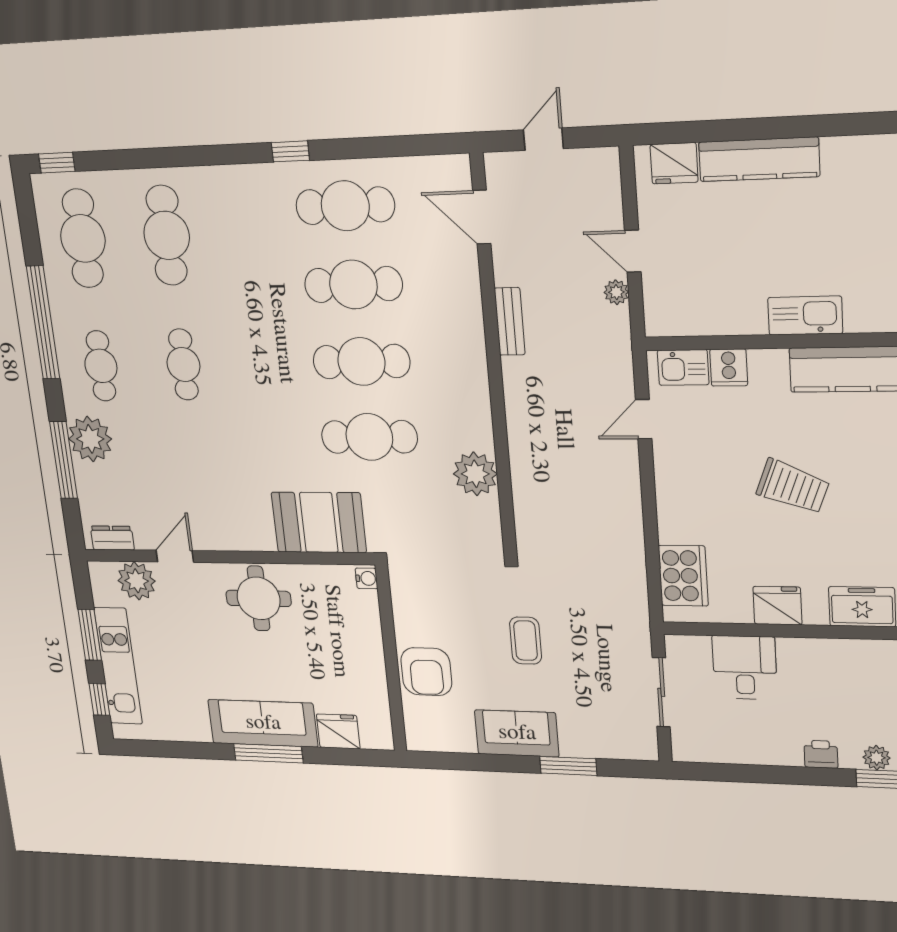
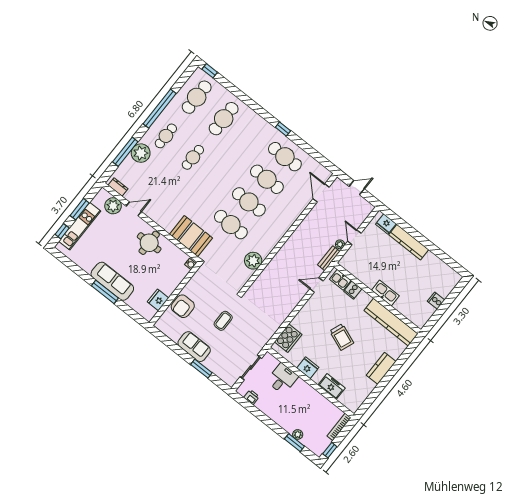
bench: (510, 321) -> (329, 258), moved
fridge: (338, 731) -> (158, 300), moved, turned -90
printer: (821, 754) -> (251, 397), moved

